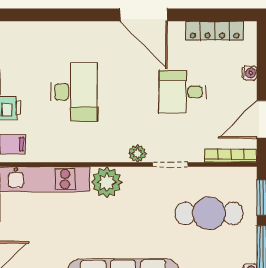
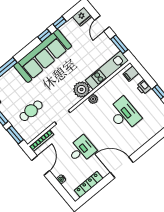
desk: (74, 92) -> (124, 114), turned 180
plant: (137, 153) -> (93, 99), moved
cafe table: (209, 213) -> (31, 111), width x0.73, depth x0.74

